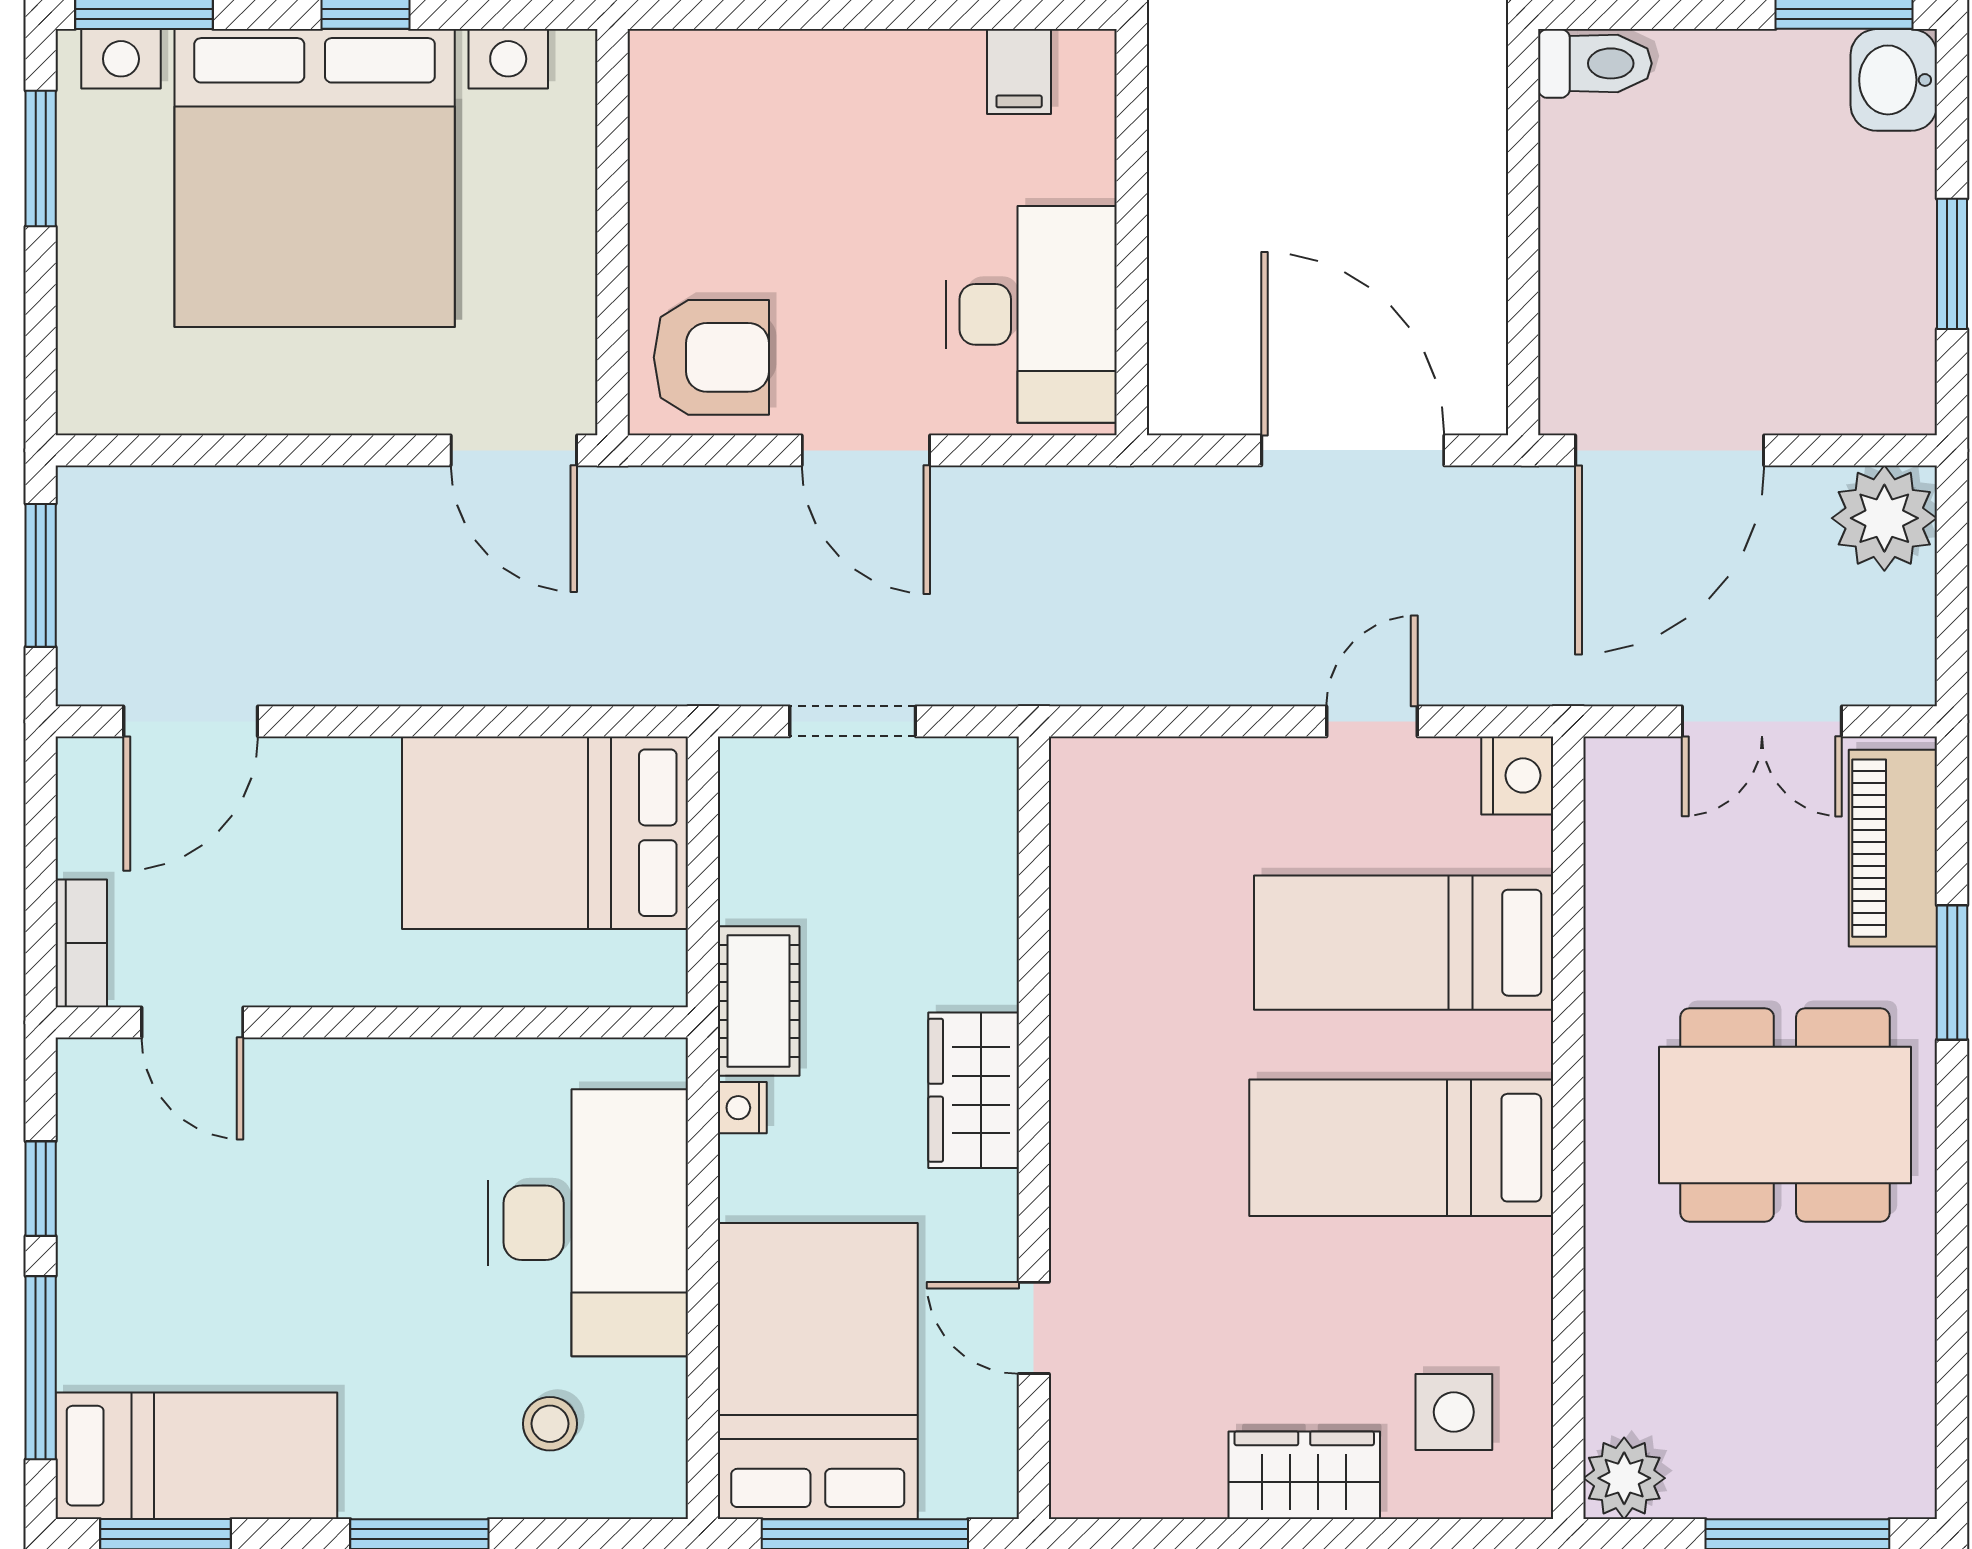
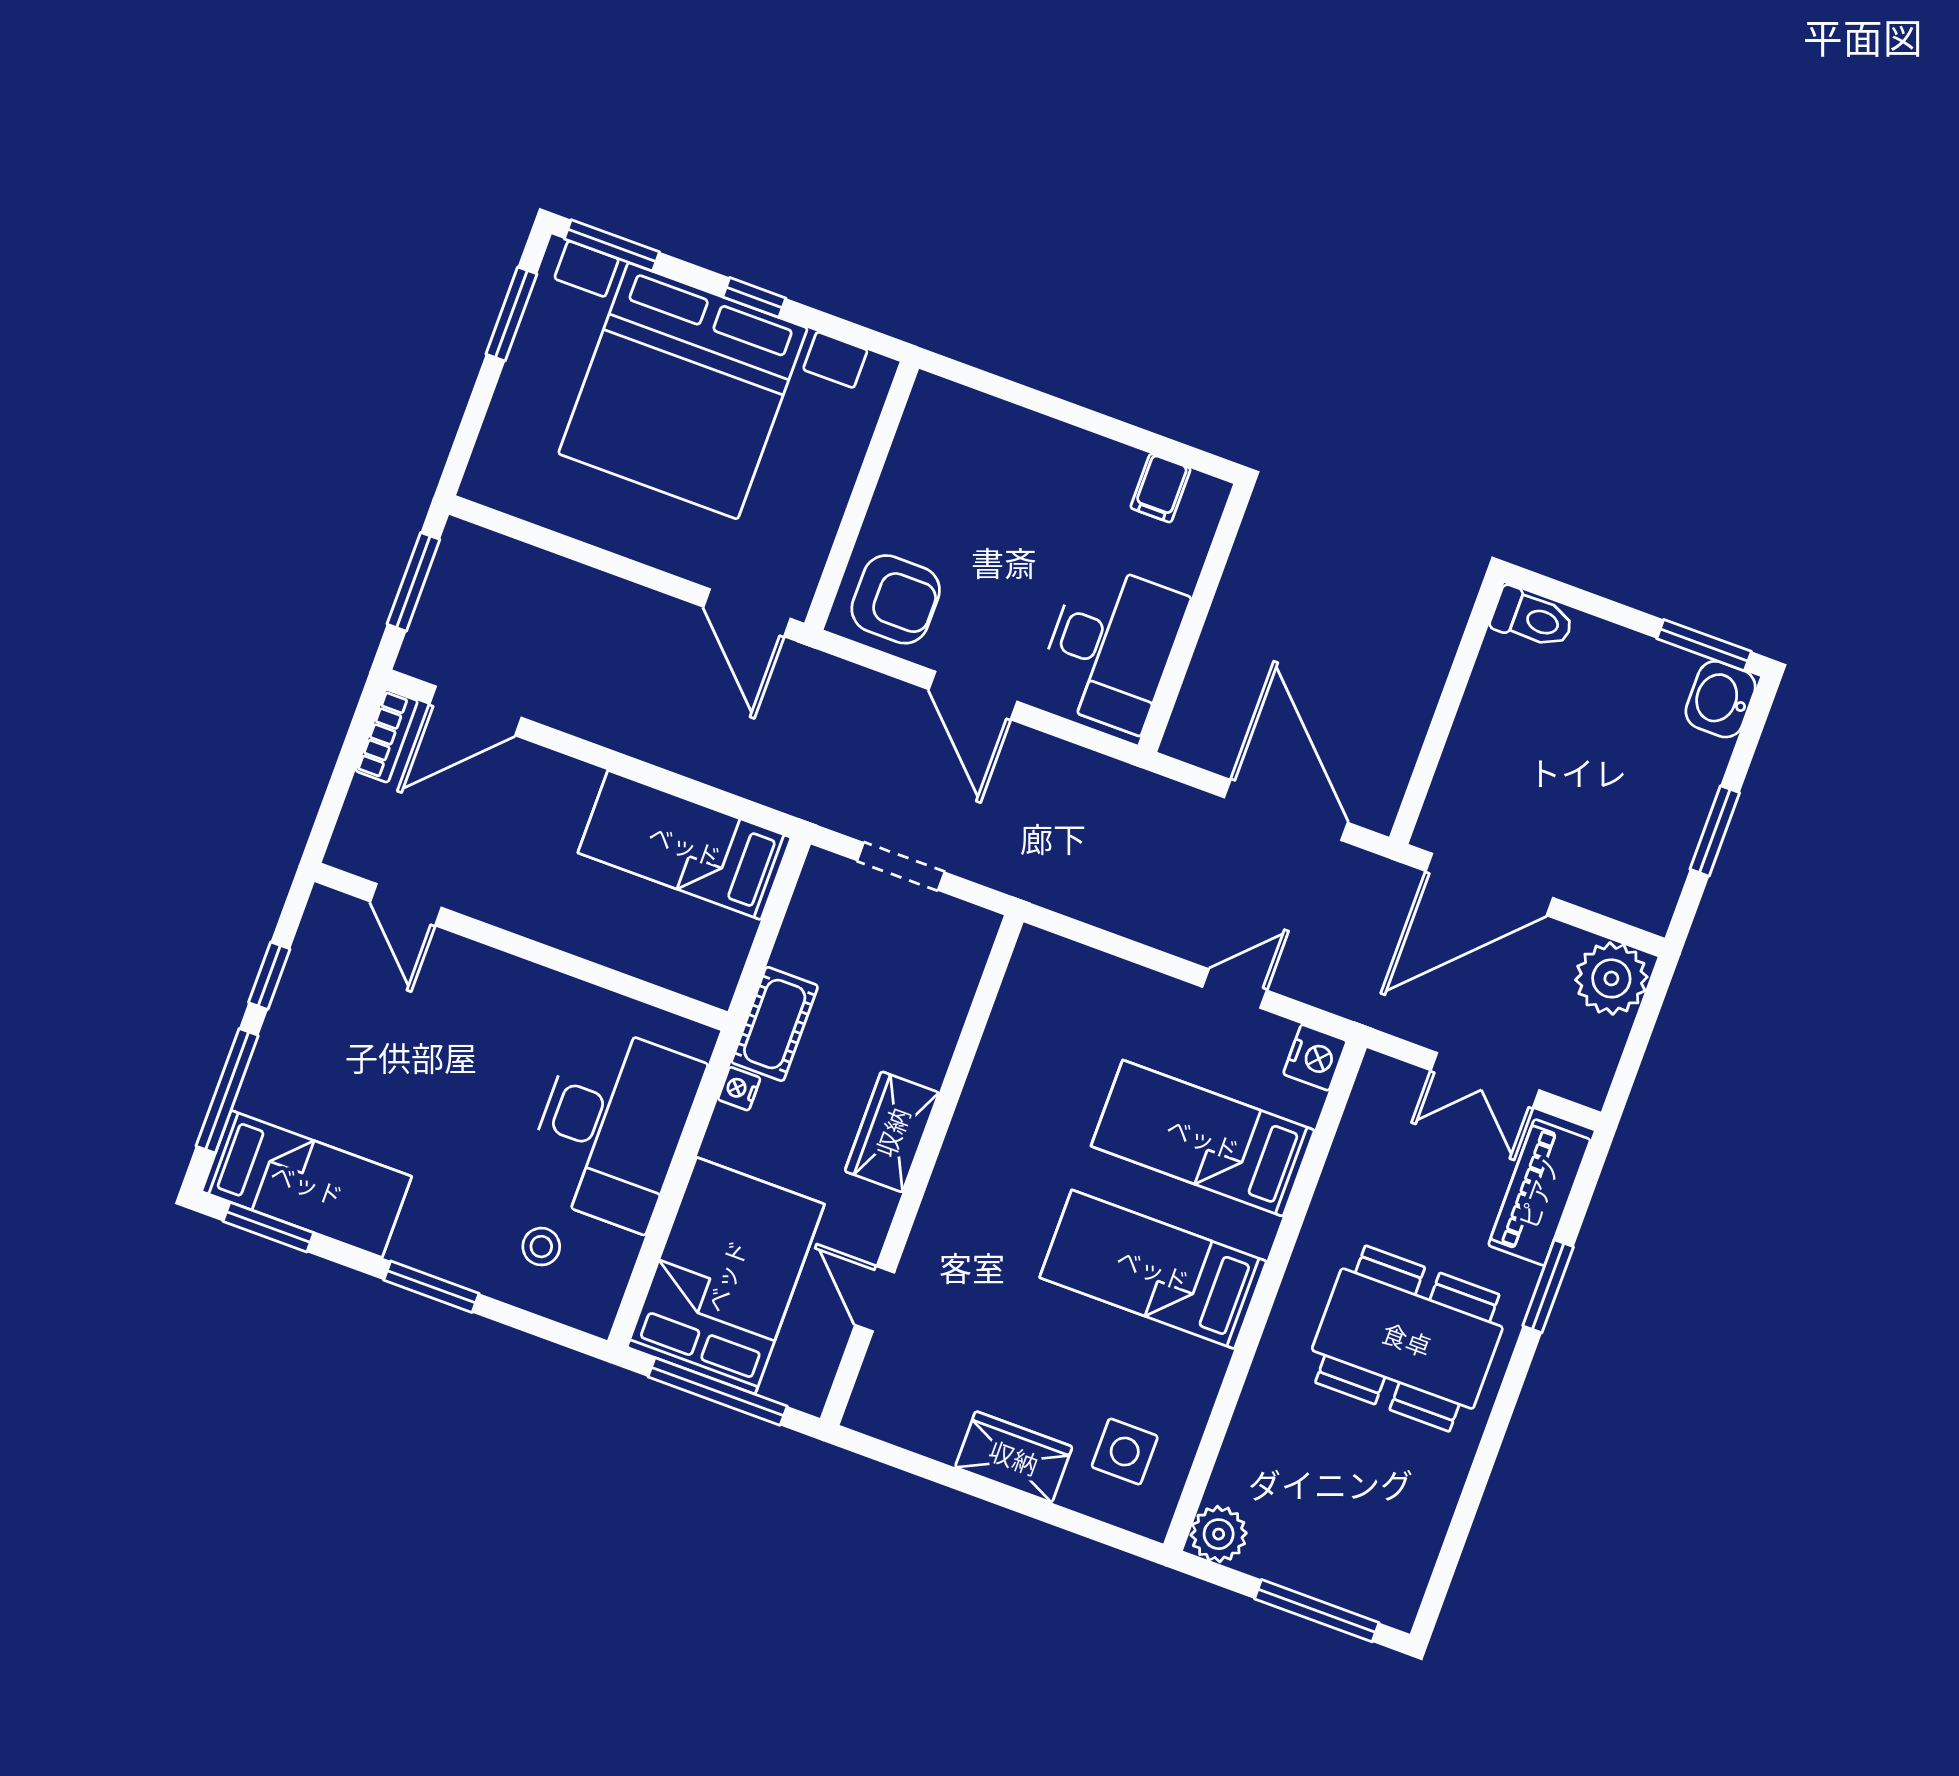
bed: (545, 833) -> (685, 845), width x0.67
bookcase: (81, 943) -> (387, 736), moved

